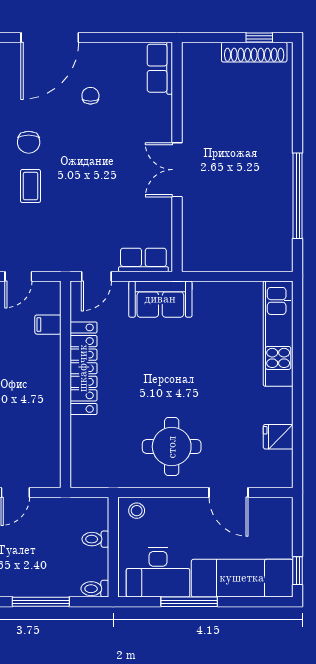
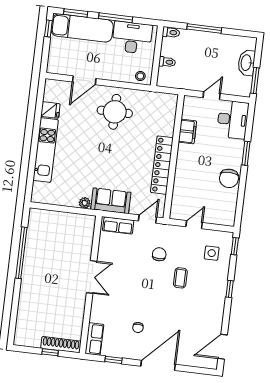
window: (124, 37) -> (113, 360), added
window: (259, 37) -> (50, 352), moved
shoe rack: (254, 52) -> (61, 345), moved
chair: (29, 142) -> (159, 254), moved
plant: (203, 290) -> (85, 203), added
filing cabinet: (48, 325) -> (187, 132), moved, width x2.00
kitchen unit: (278, 334) -> (46, 150), moved
door: (228, 493) -> (84, 80), swing flipped
window: (256, 602) -> (76, 13), added

